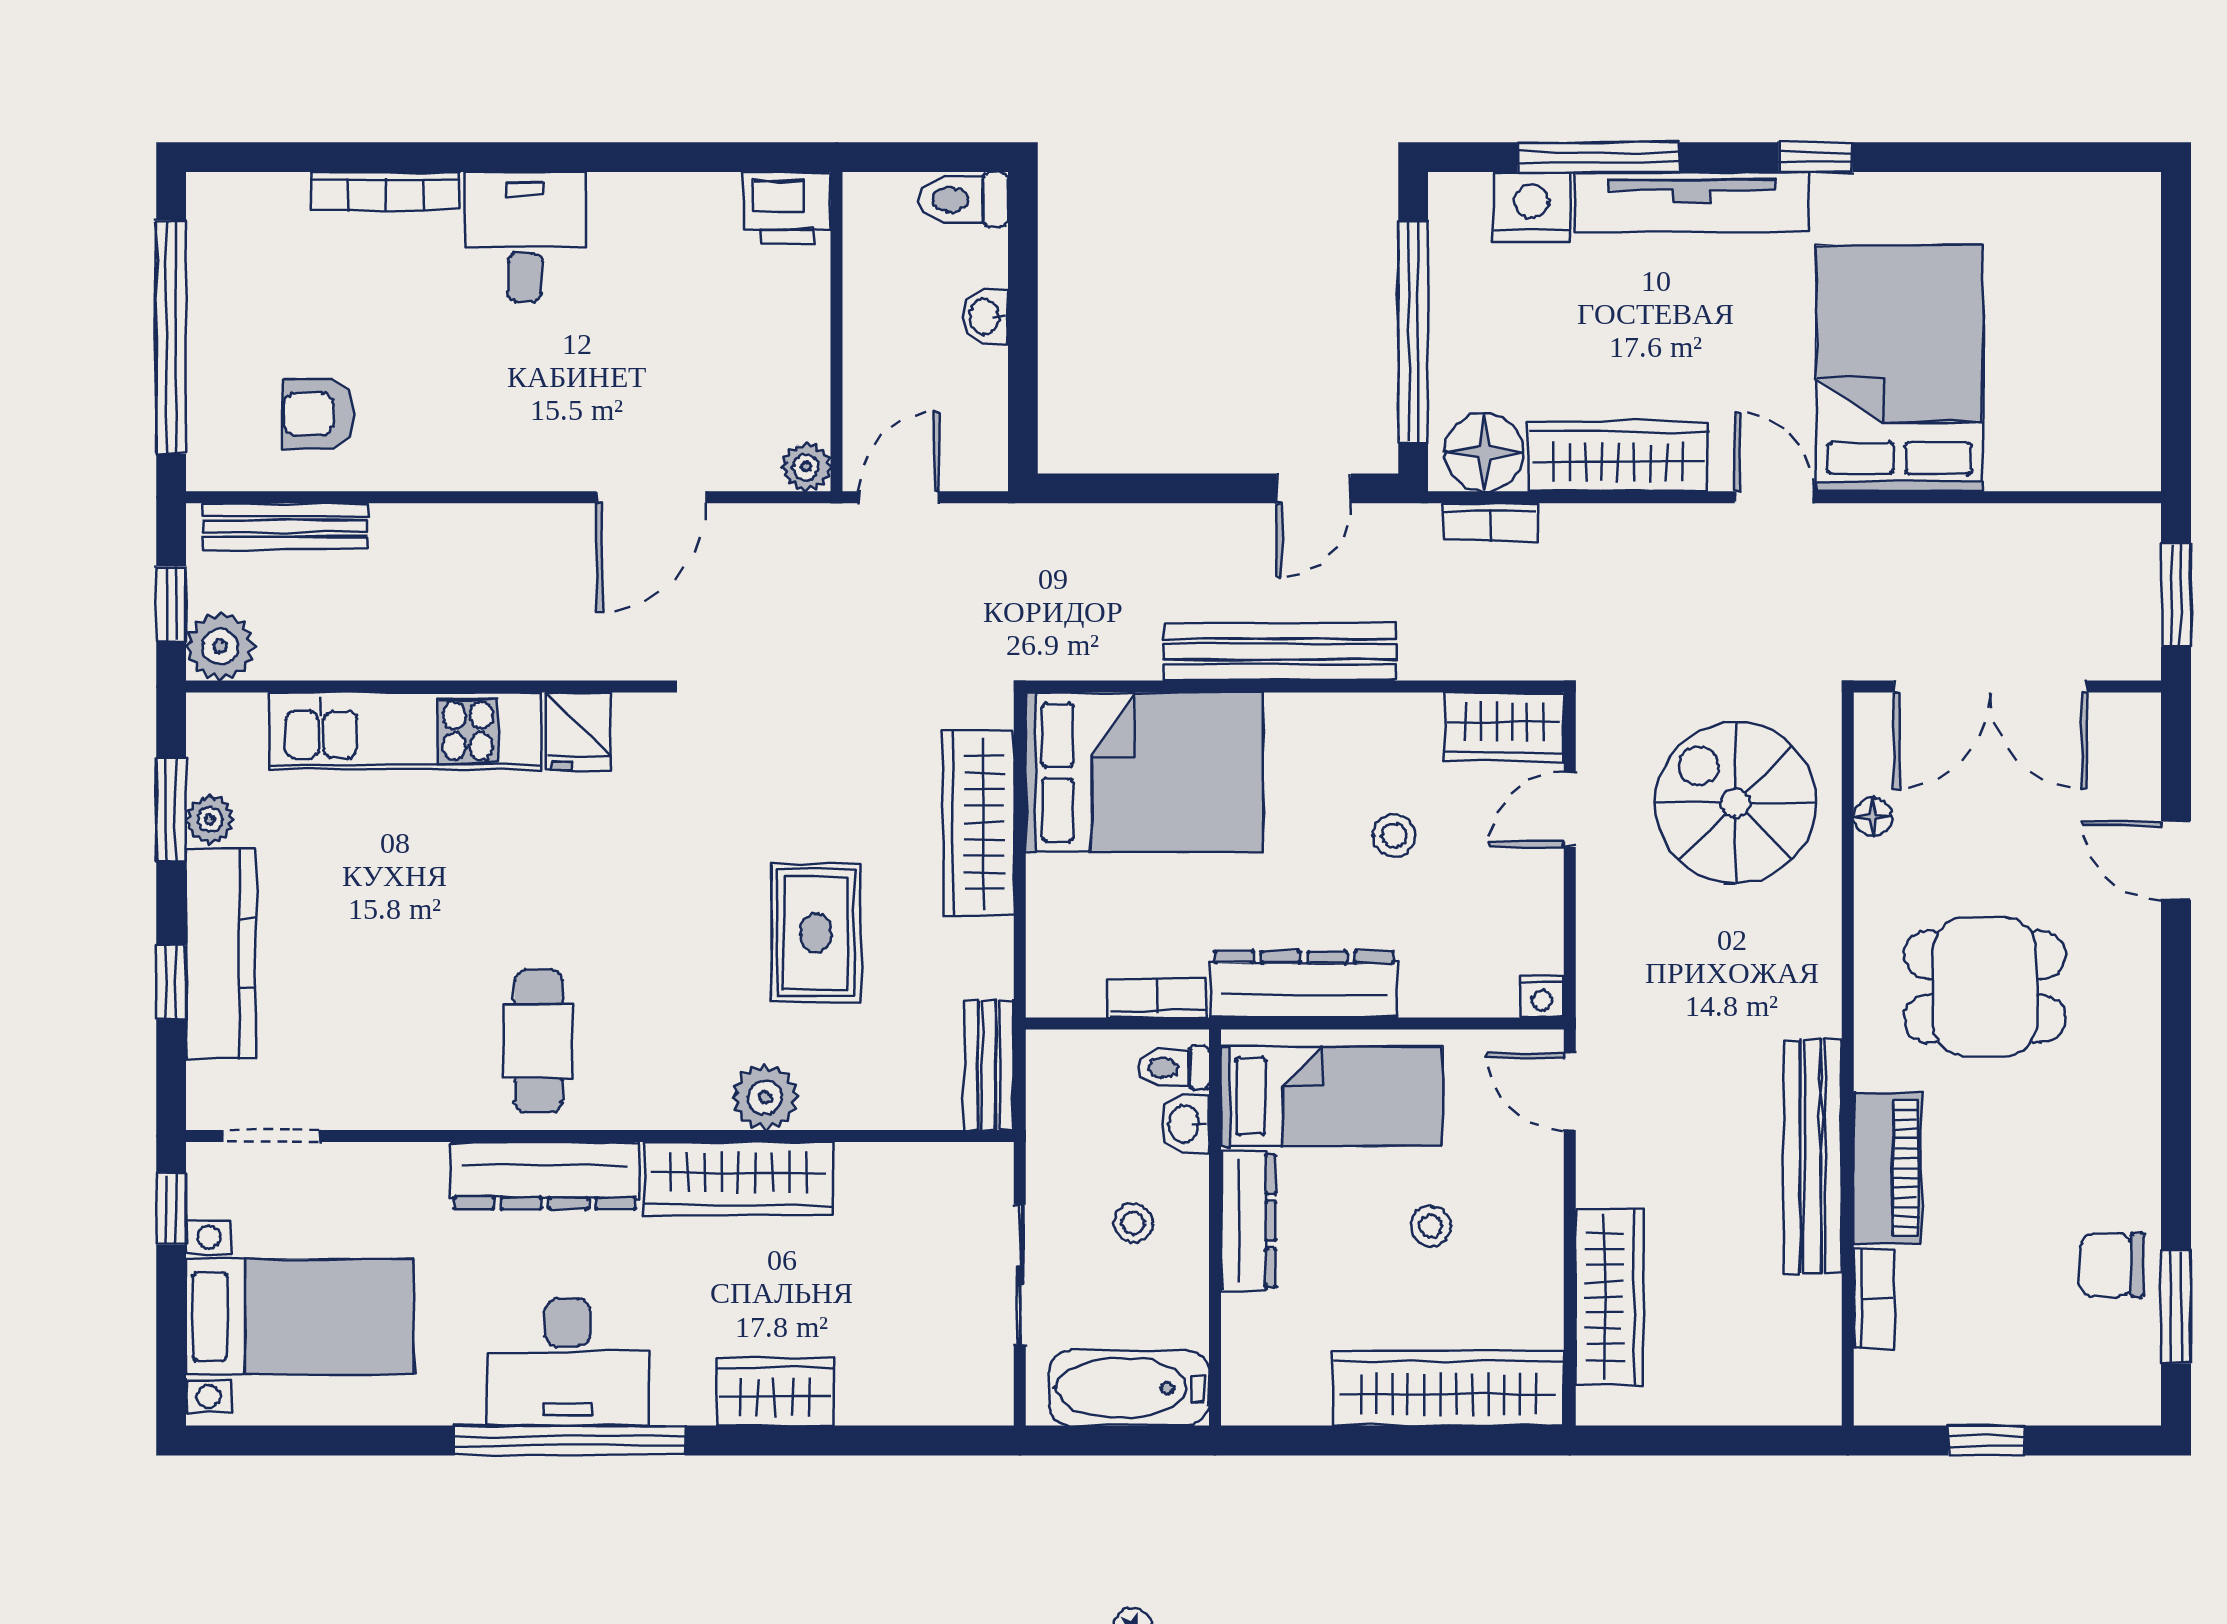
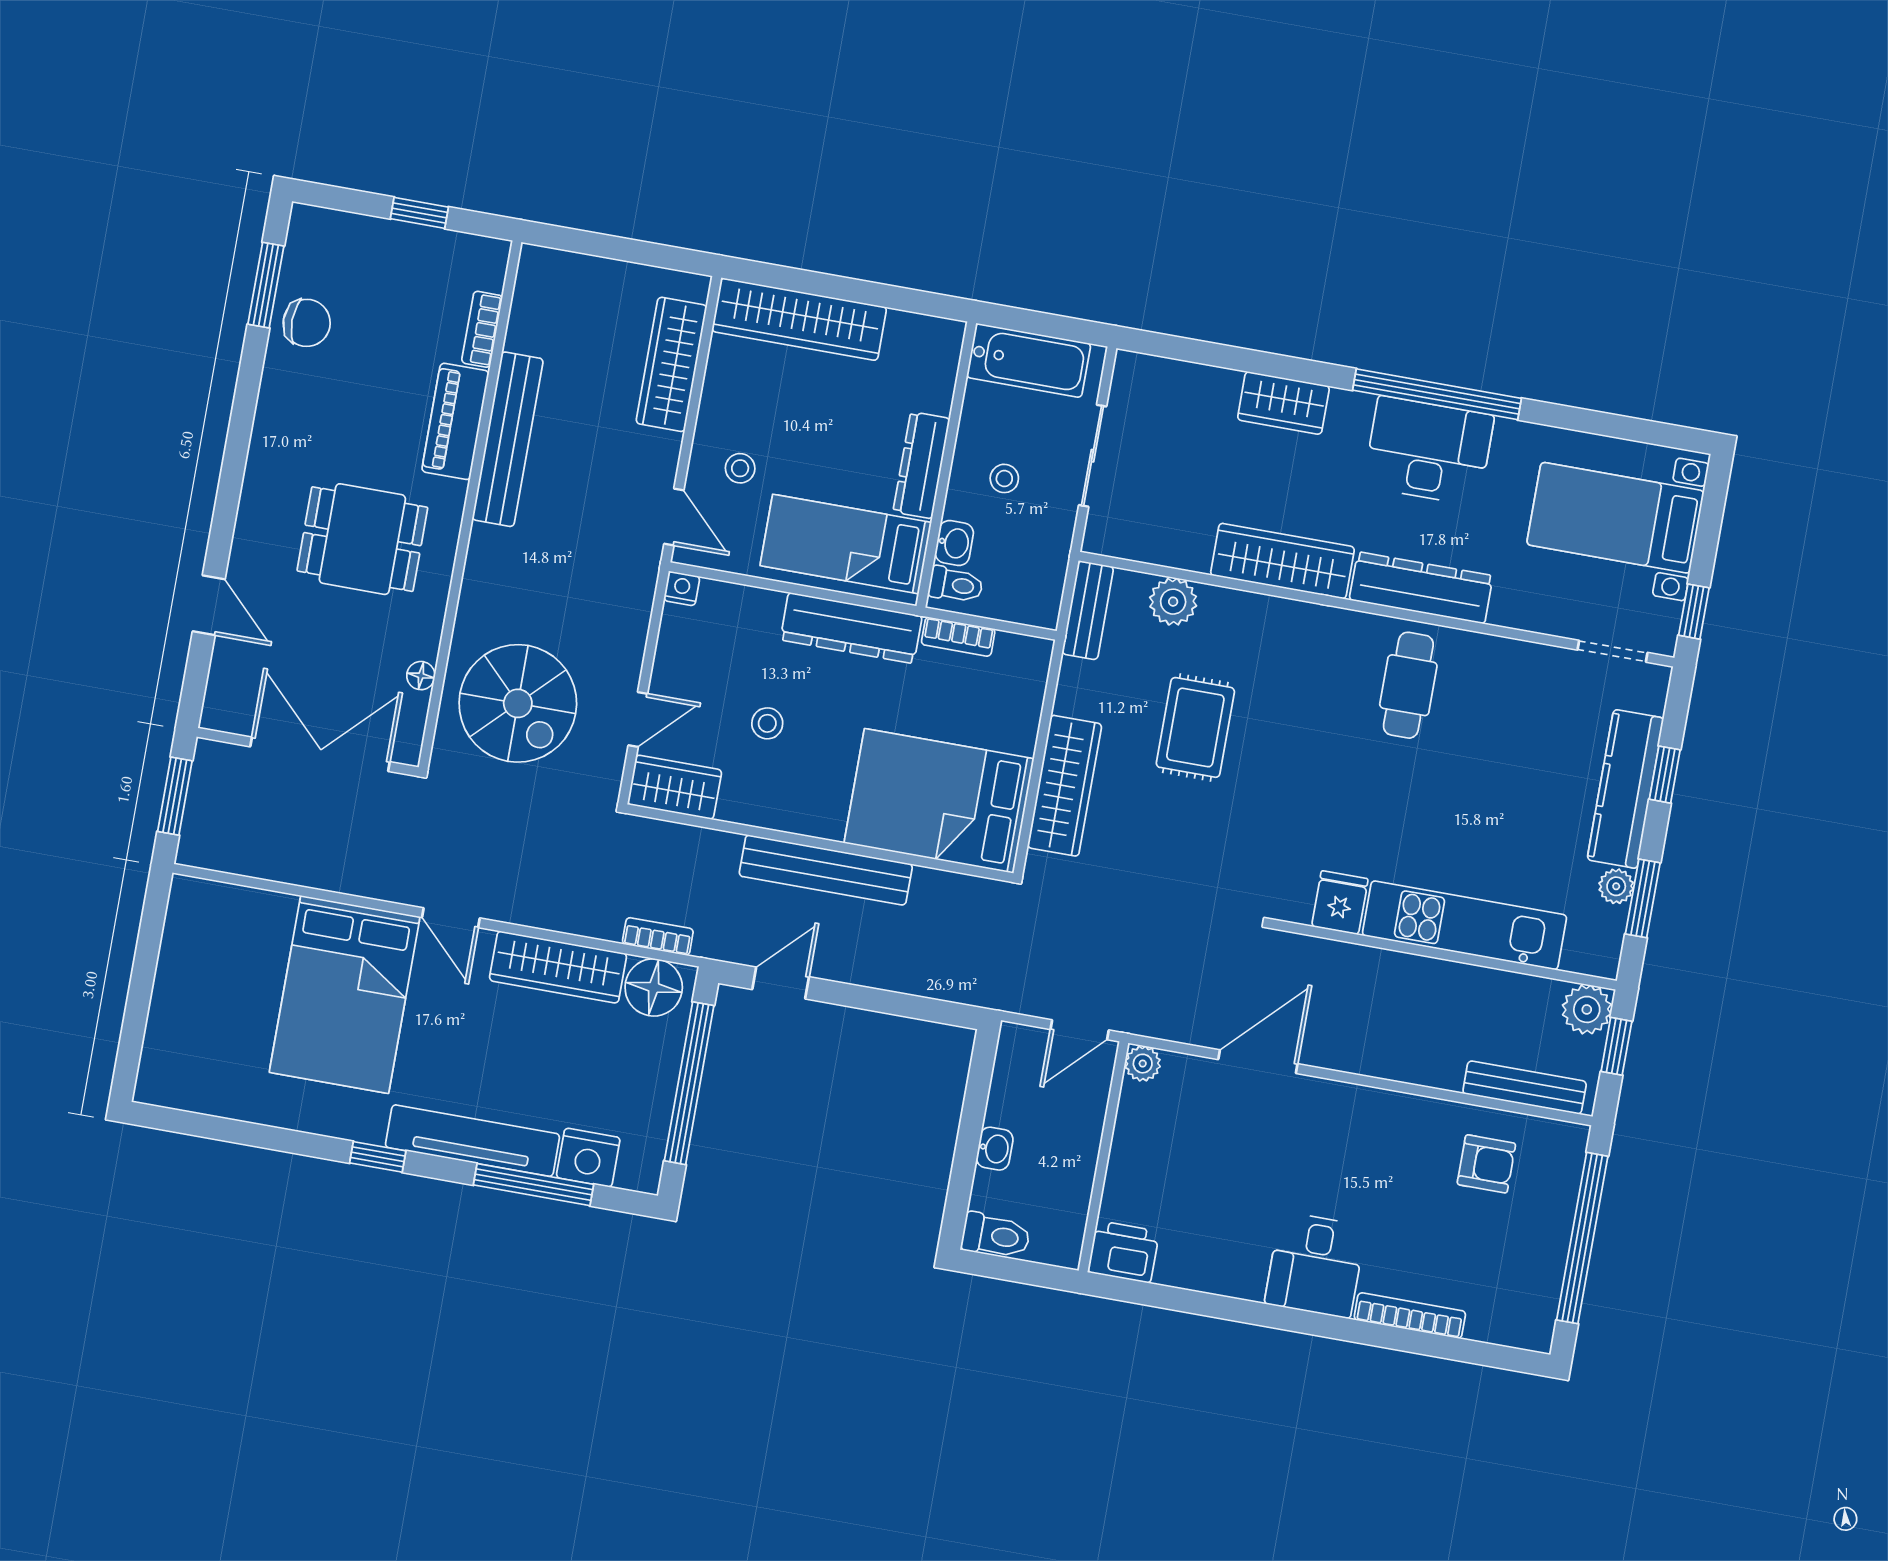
plant: (765, 1097) -> (1173, 602), moved
stool: (1431, 1226) -> (740, 468), moved

